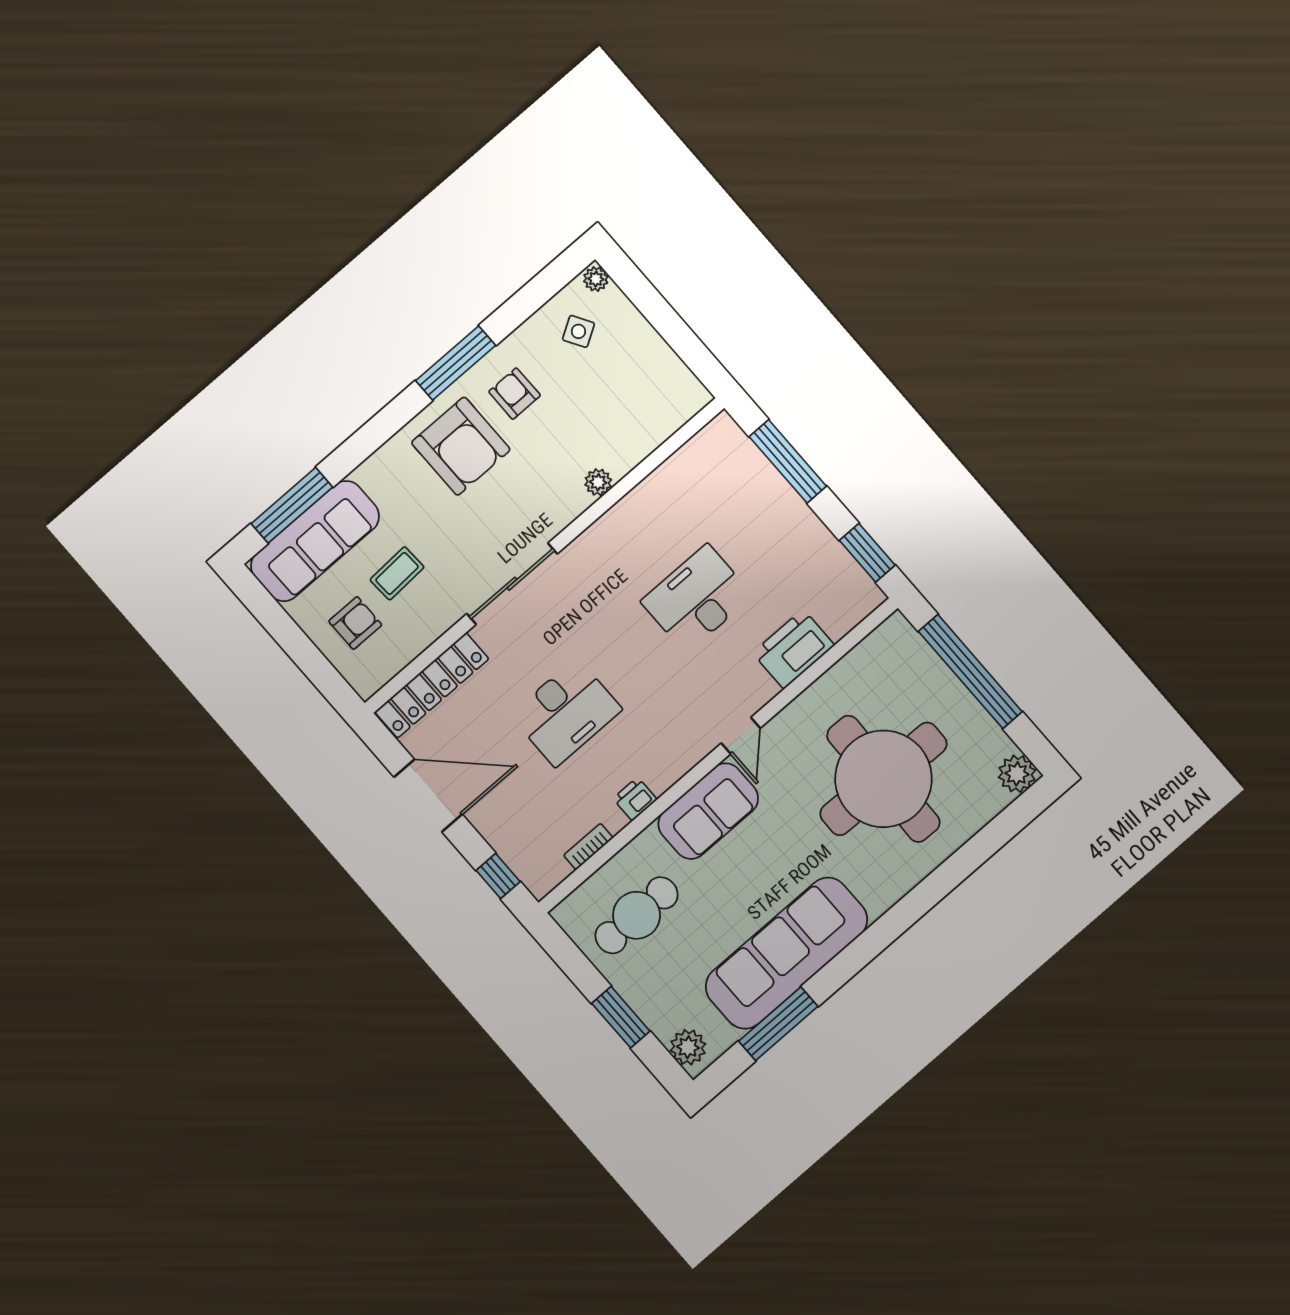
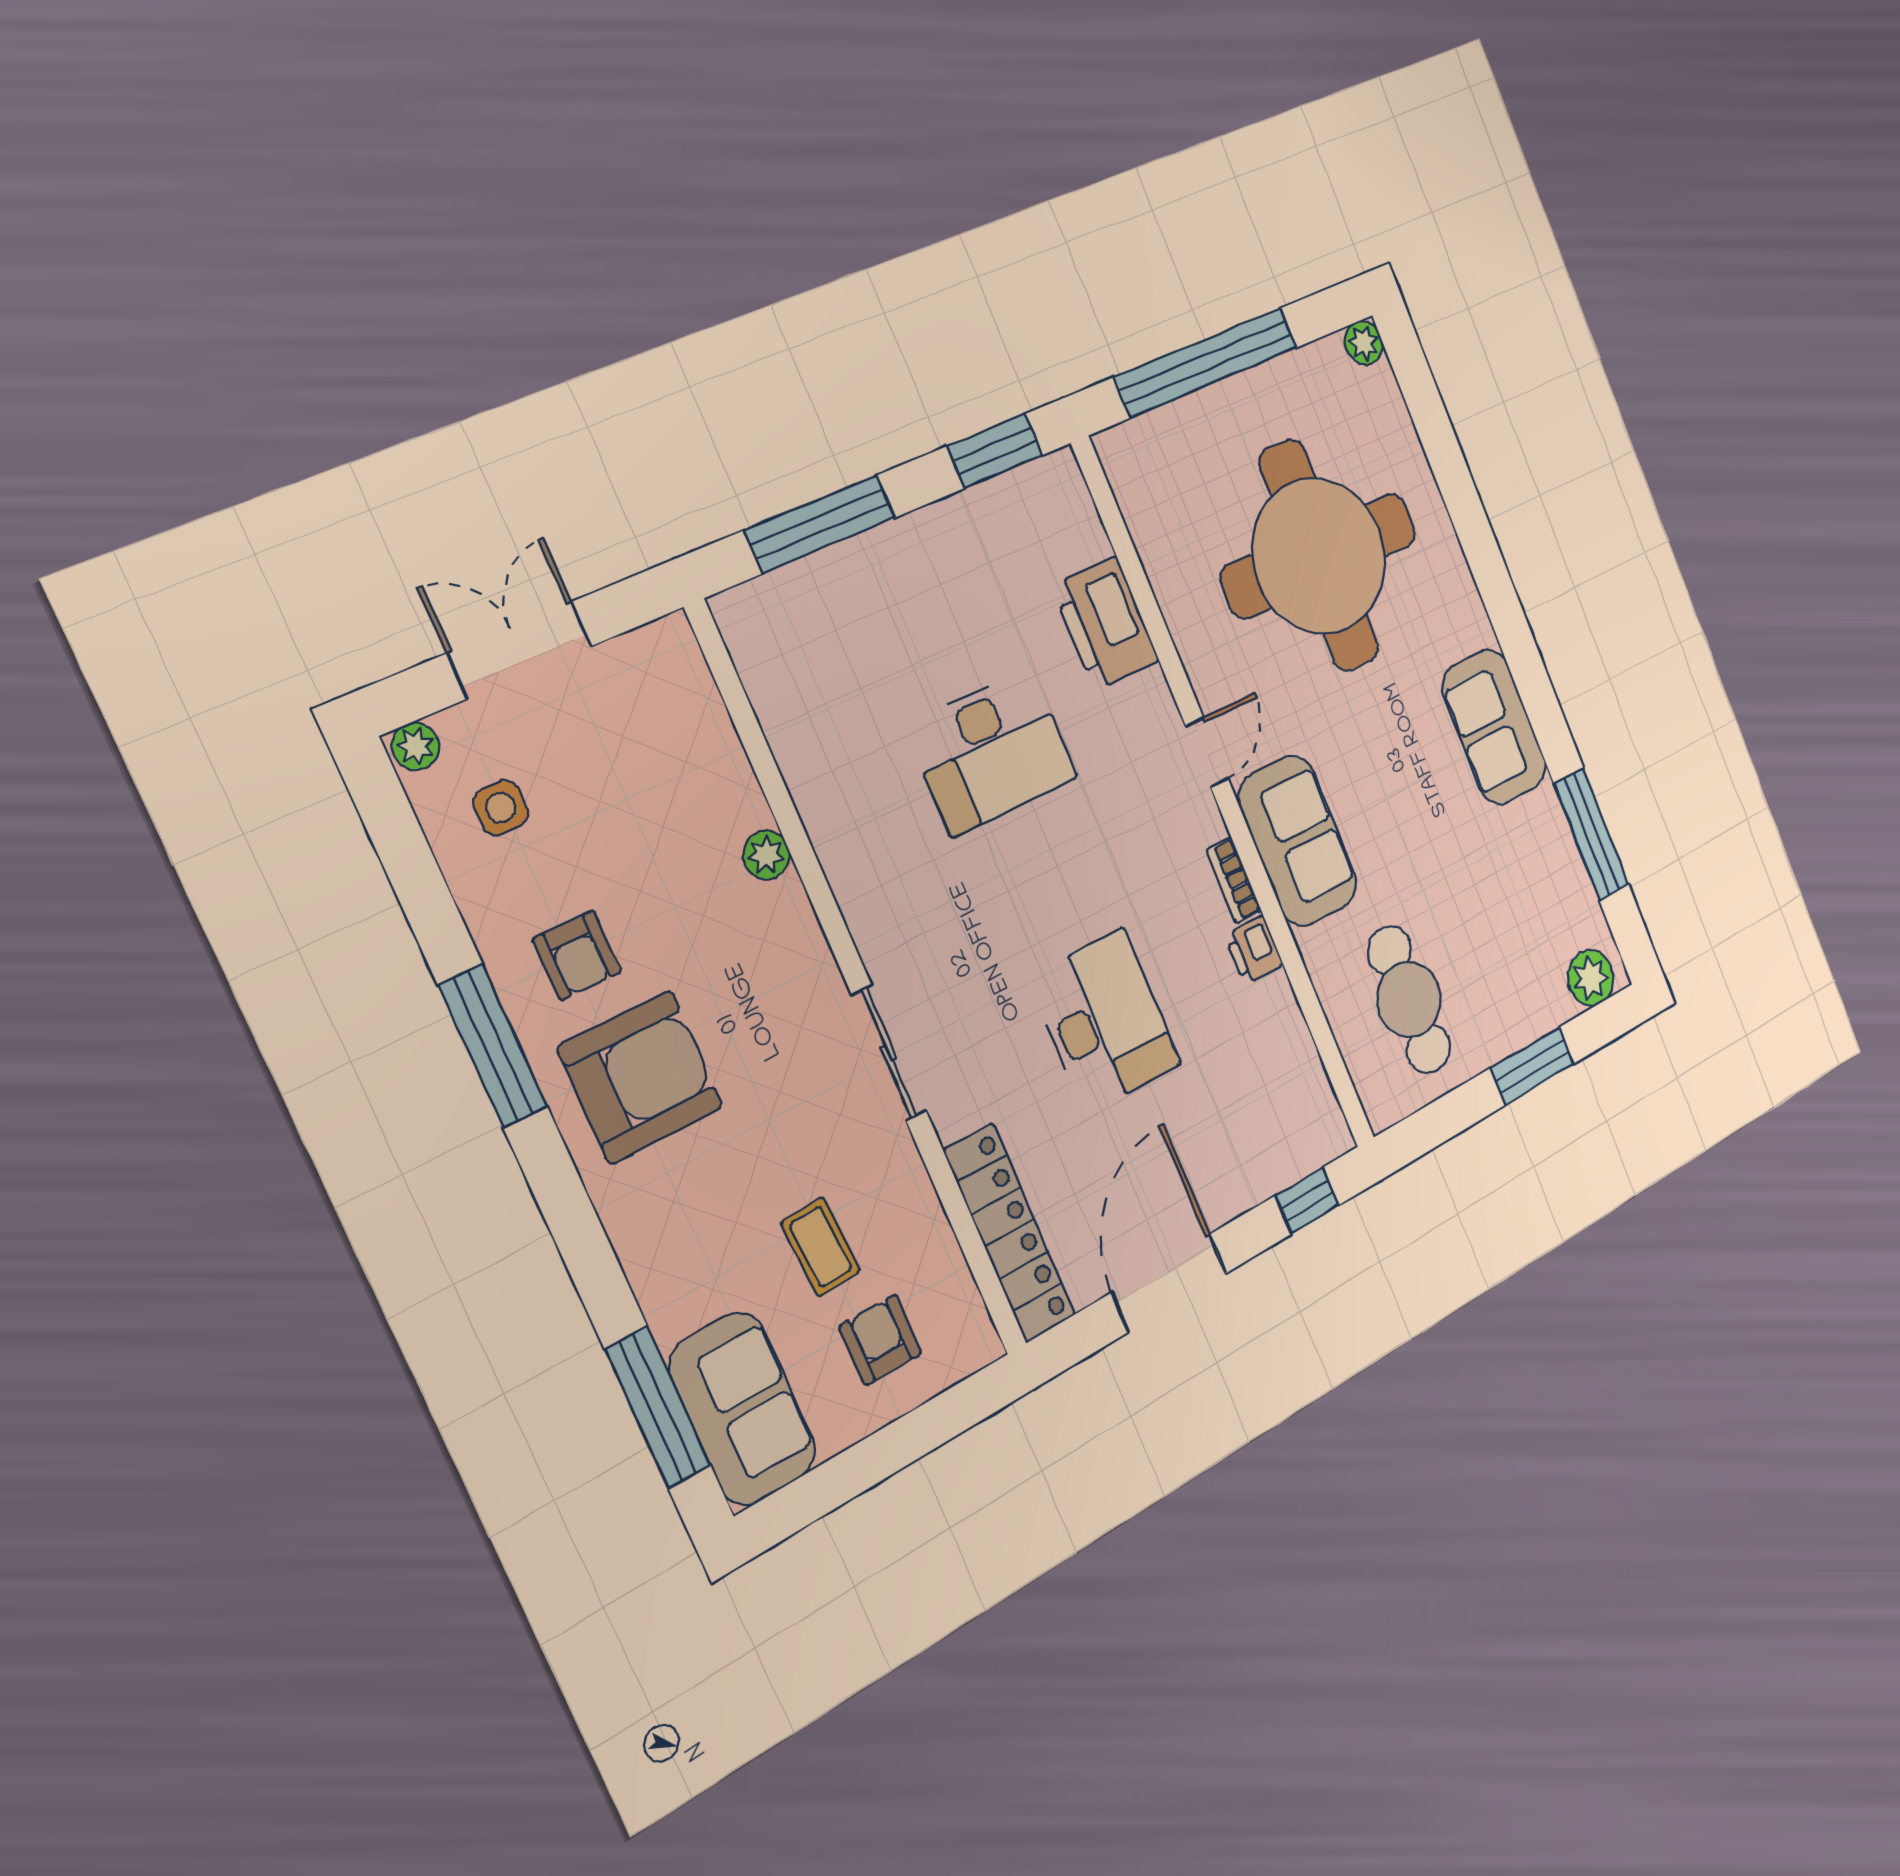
double door: (663, 318) -> (520, 650), added
side table: (578, 331) -> (501, 808), turned 31
armchair: (515, 394) -> (577, 955), turned -90
sofa: (315, 541) -> (743, 1409), width x0.73
sliding door: (512, 584) -> (889, 1053), width x0.73
desk: (697, 599) -> (992, 752), turned -90
door: (741, 736) -> (1207, 753), hinge flipped
plant: (1017, 774) -> (1364, 343), width x0.73, depth x0.73
bookcase: (588, 847) -> (1234, 881), moved
sofa: (786, 953) -> (1494, 727), width x0.54, depth x0.79

